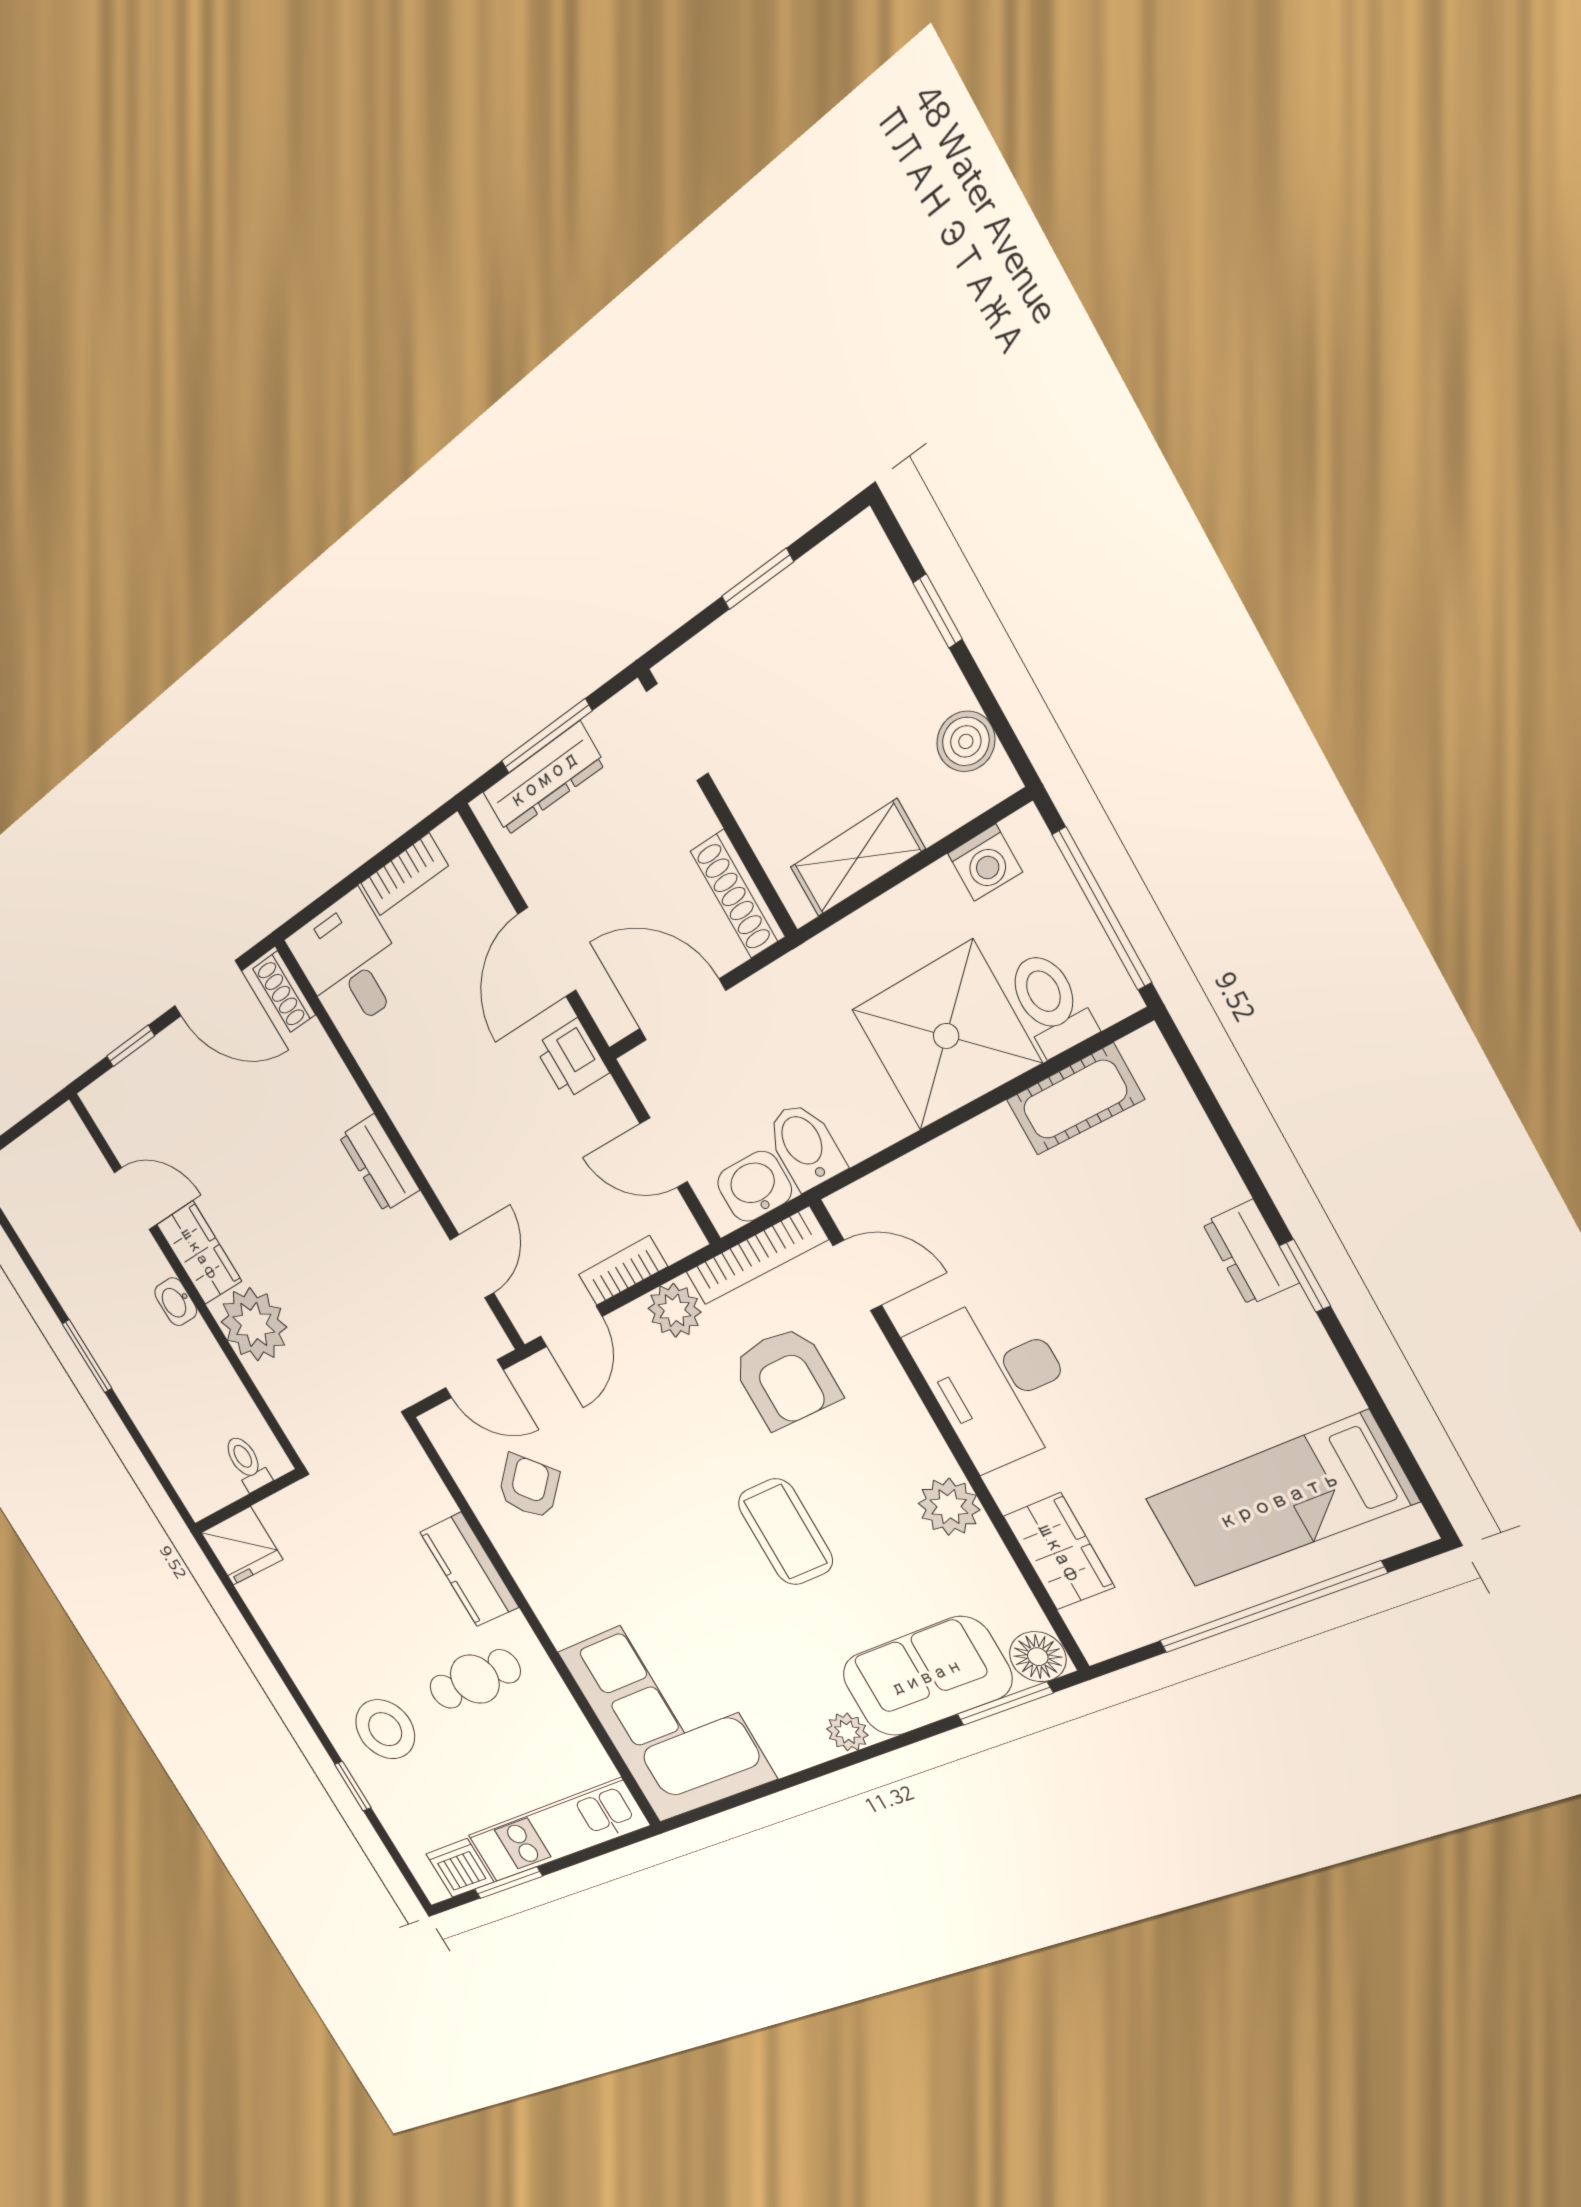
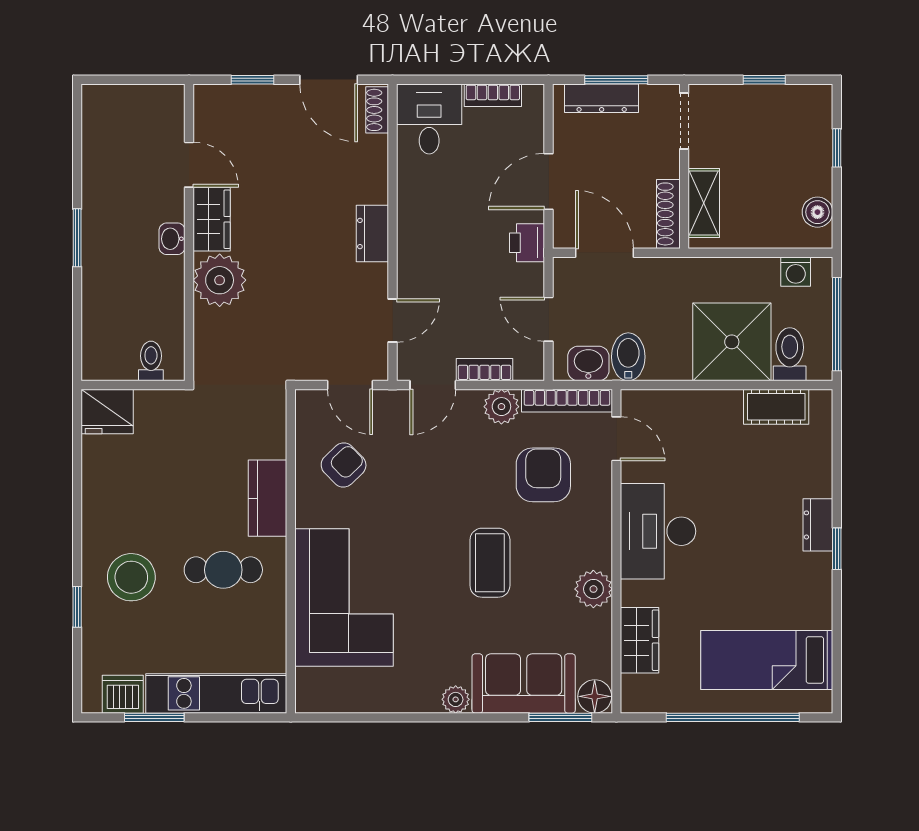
shelving: (857, 858) -> (704, 203), moved, turned 90
armchair: (786, 1378) -> (543, 475), turned 180
corner sofa: (666, 1715) -> (344, 597), moved

